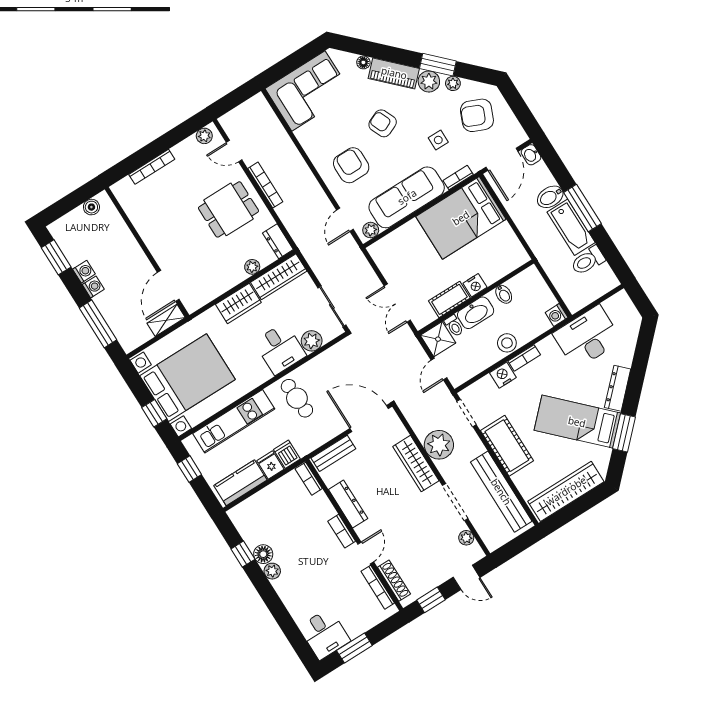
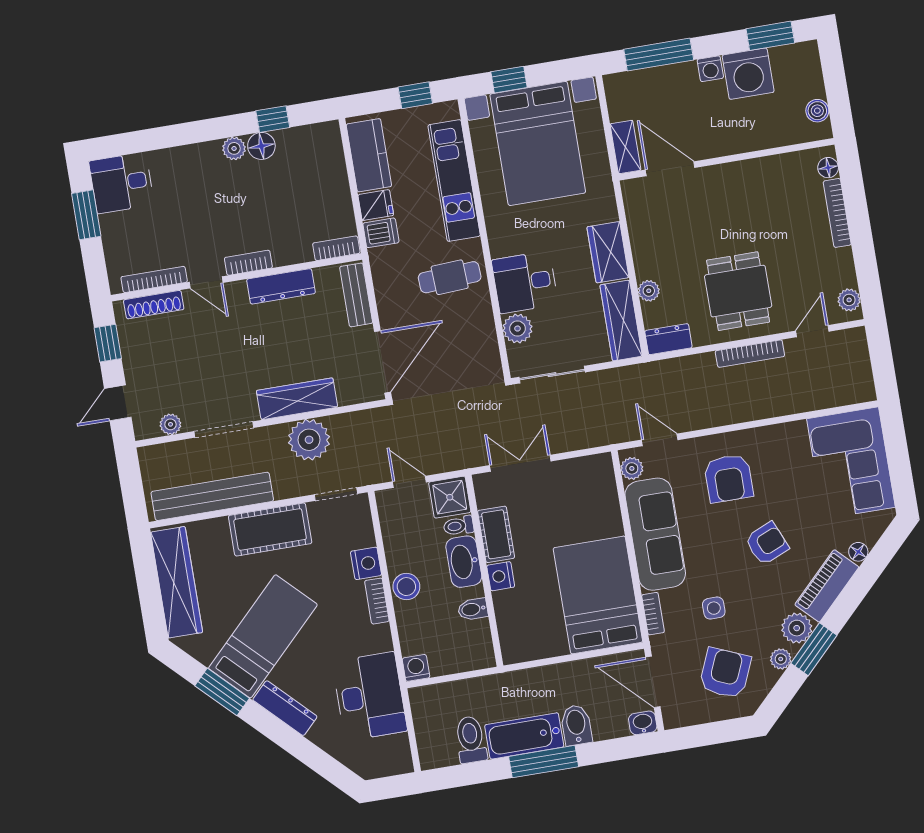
armchair: (351, 165) -> (729, 478), turned 90
floor lamp: (125, 185) -> (828, 168), added
washing machine: (84, 272) -> (748, 74), width x1.89, depth x1.89

